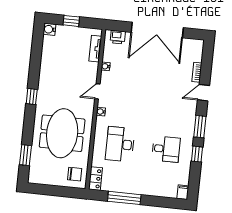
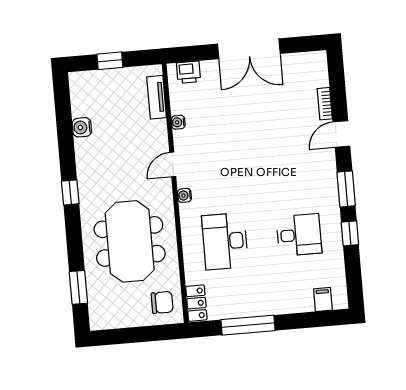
water cooler: (49, 29) -> (82, 127), moved
double door: (157, 30) -> (249, 49), width x0.73
filing cabinet: (183, 192) -> (323, 300), moved

